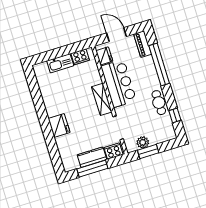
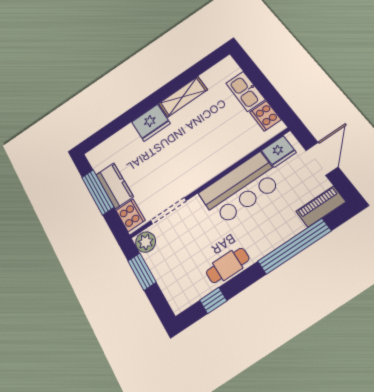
shelving: (102, 99) -> (183, 97), moved
plant: (143, 142) -> (146, 242), moved

